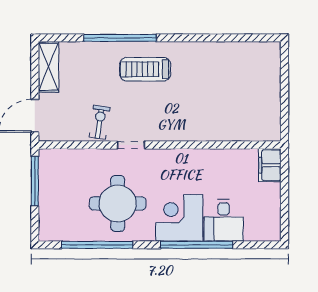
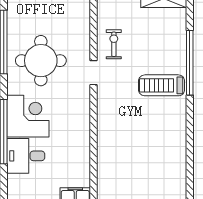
treadmill: (145, 69) -> (162, 85), turned -90
exercise bike: (100, 122) -> (114, 44), turned -98

